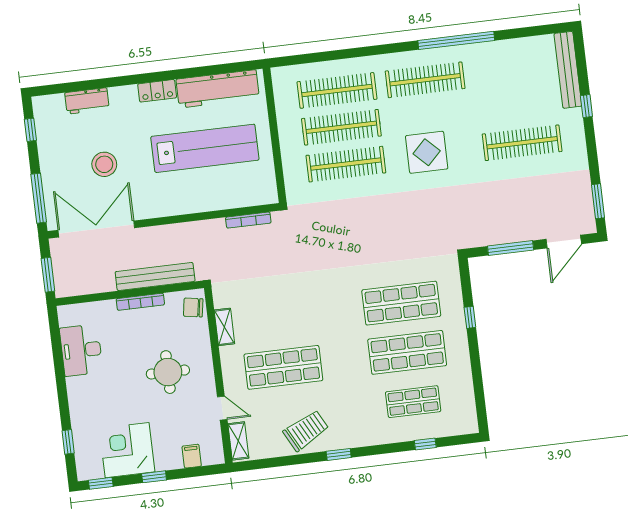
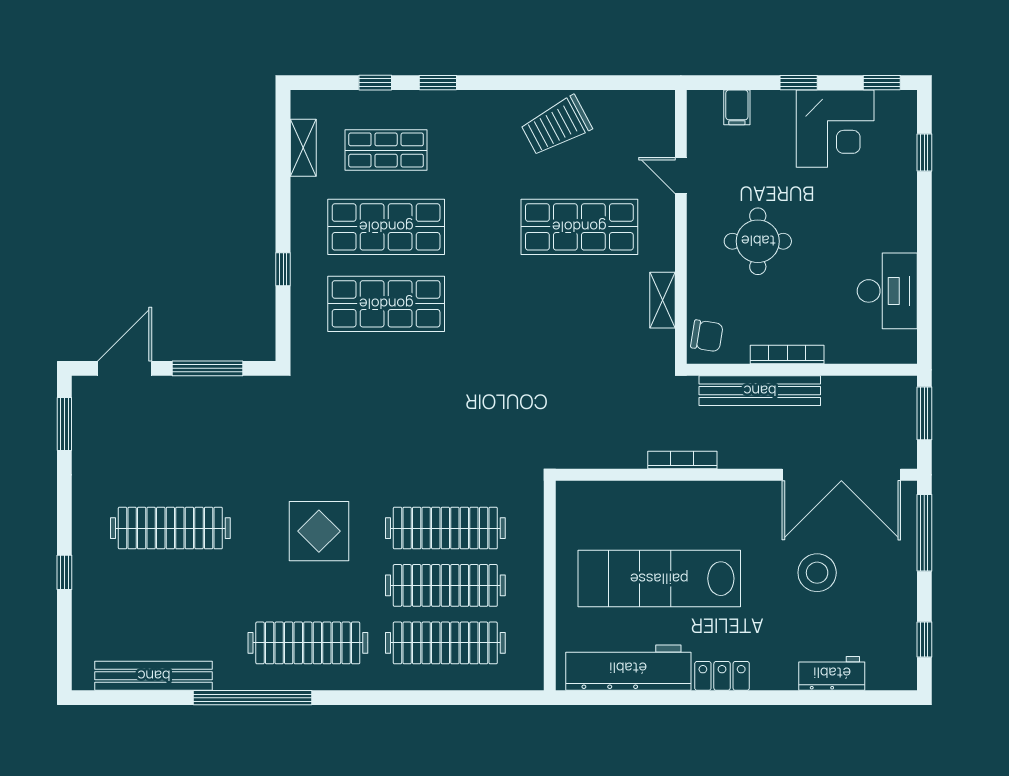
bench: (568, 70) -> (154, 676), moved, turned 90
bookcase: (248, 220) -> (682, 460), moved
shelving: (238, 441) -> (303, 148), moved
window: (339, 454) -> (438, 83), moved

